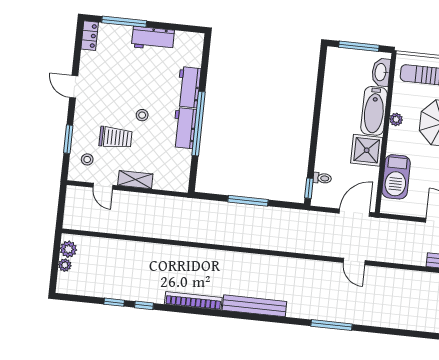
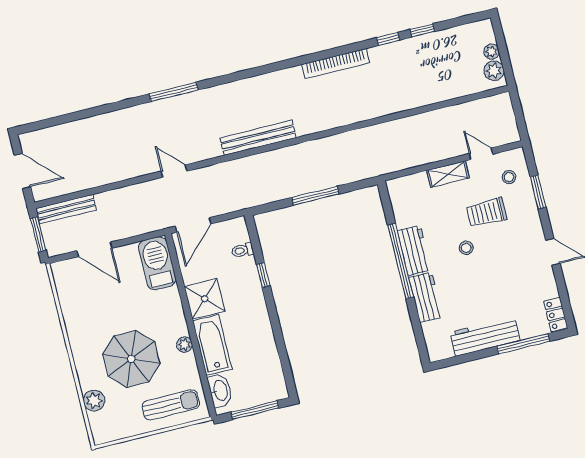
workbench: (153, 39) -> (485, 336), width x1.38
barbecue: (396, 177) -> (157, 263), moved
window: (309, 188) -> (263, 275), moved
bench: (254, 306) -> (258, 138), moved

